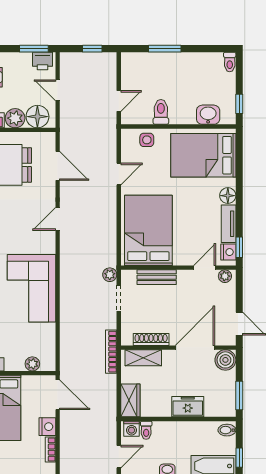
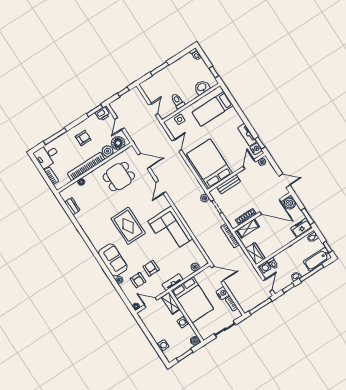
door: (58, 90) -> (120, 124), hinge flipped
bed: (203, 155) -> (213, 109), width x0.67
floor lamp: (228, 196) -> (238, 121), removed
door: (195, 348) -> (270, 207), swing flipped
freezer: (188, 407) -> (301, 228), moved

